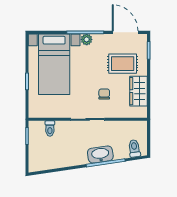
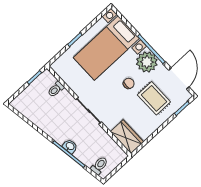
plant: (87, 39) -> (147, 62), width x1.88, depth x1.88
wardrobe: (139, 91) -> (127, 137), moved, turned 90
chair: (104, 94) -> (129, 83), moved
washbasin: (100, 154) -> (70, 146), width x0.52, depth x0.69

